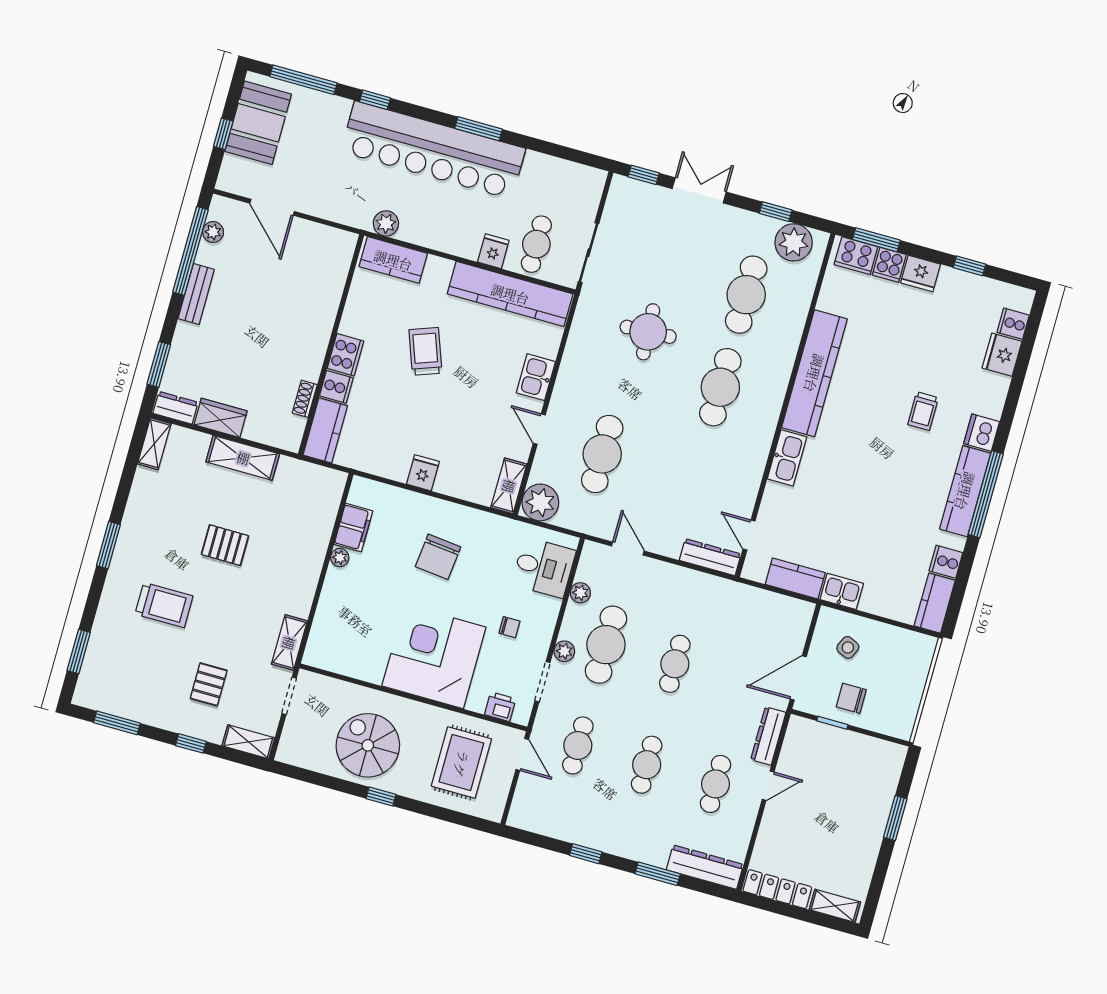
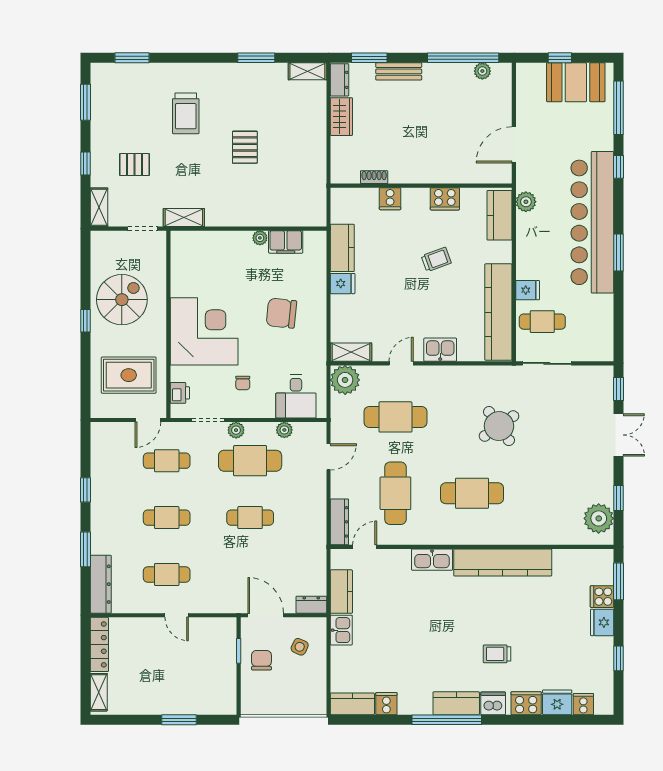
door: (272, 207) -> (514, 145), moved
cooker: (856, 256) -> (526, 703), moved, turned 90
bench: (196, 294) -> (399, 71), moved
cafe table: (746, 295) -> (395, 493), moved, turned 90
round table: (648, 332) -> (499, 426), turned -32
trolley: (425, 351) -> (436, 259), width x0.73, depth x0.72
cooker: (345, 355) -> (445, 199), moved
kitchen counter: (325, 430) -> (342, 248), moved, turned -90
shelving: (243, 458) -> (316, 142), removed
kitchen counter: (965, 491) -> (456, 703), width x0.67
window: (108, 545) -> (256, 58), moved
dresser: (768, 736) -> (311, 605), moved, width x0.70

